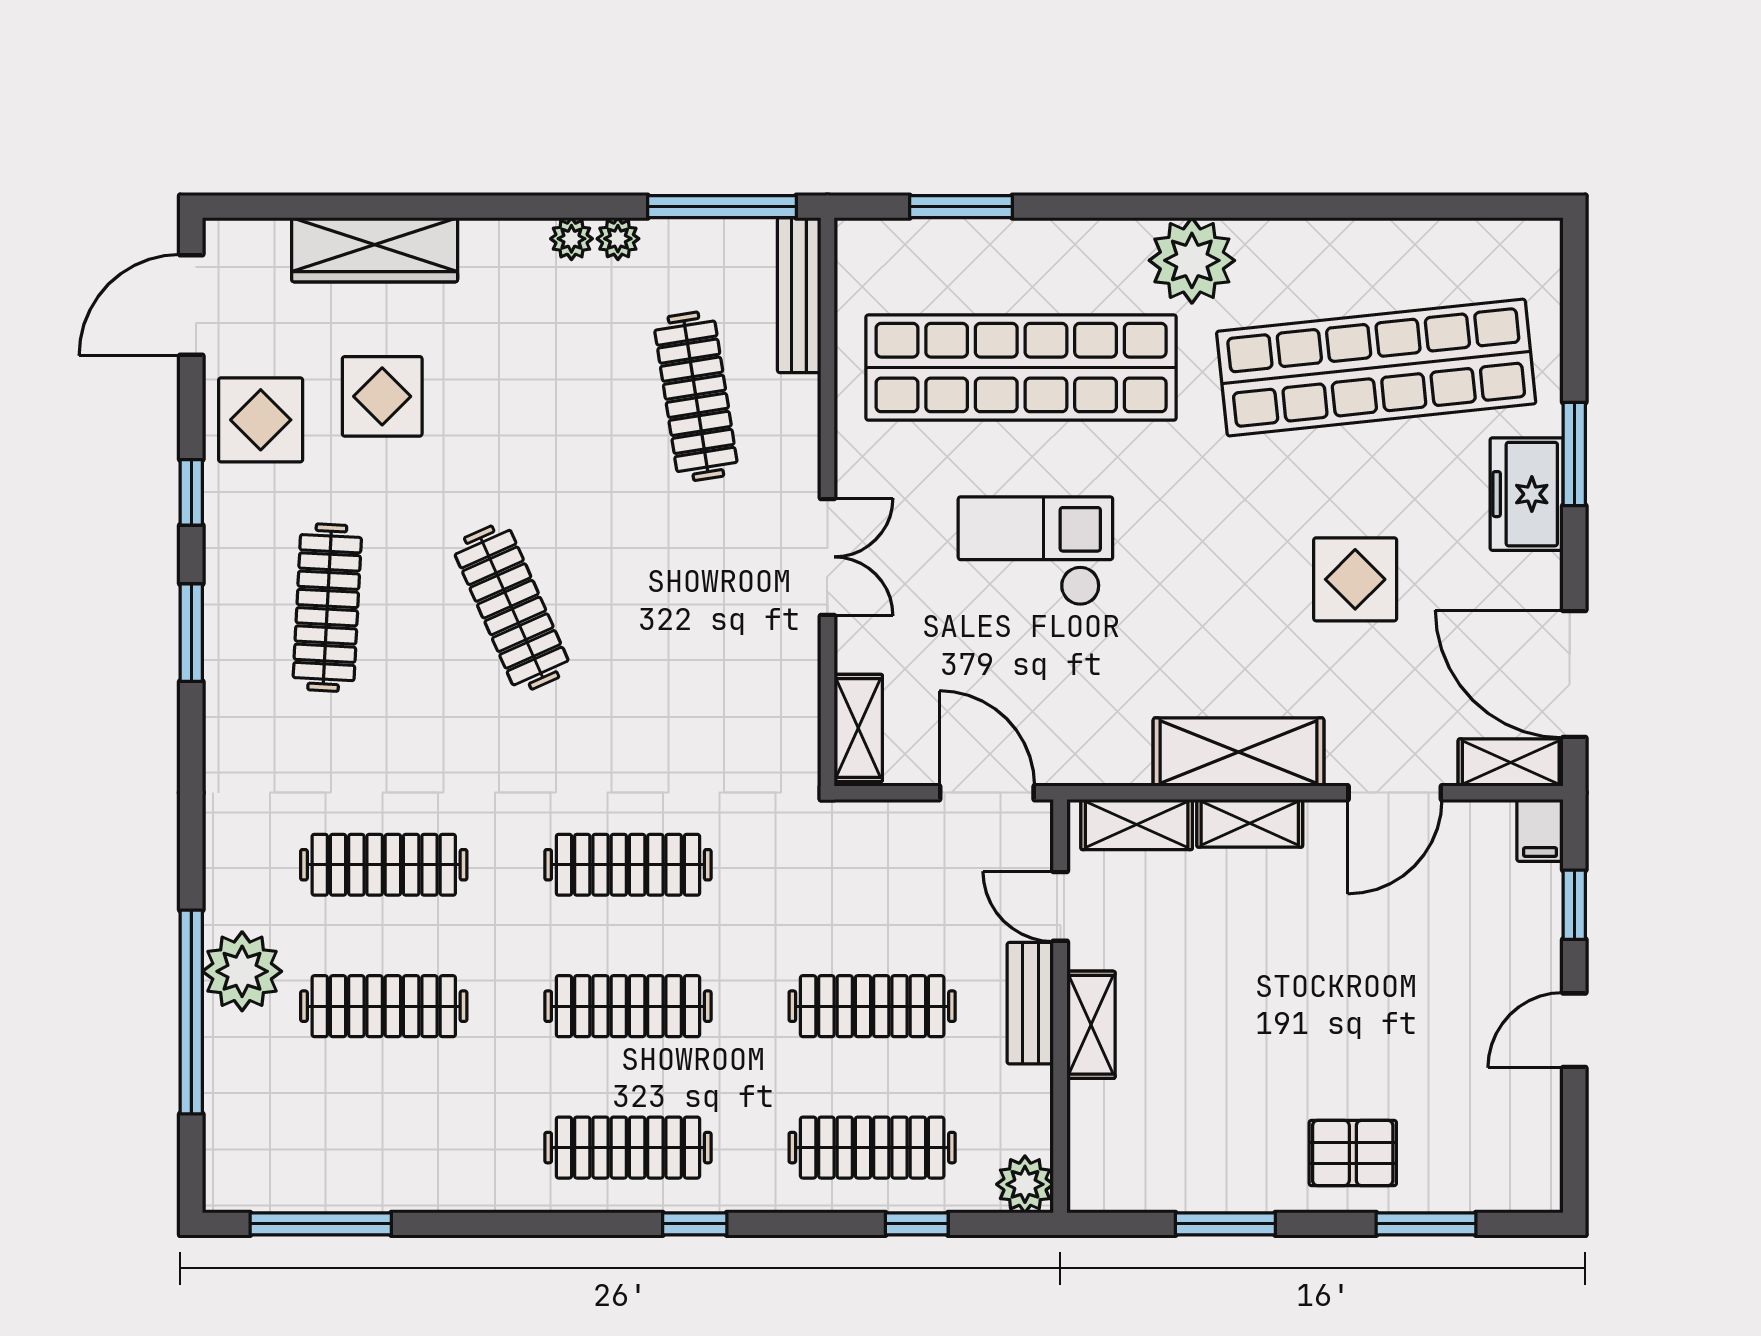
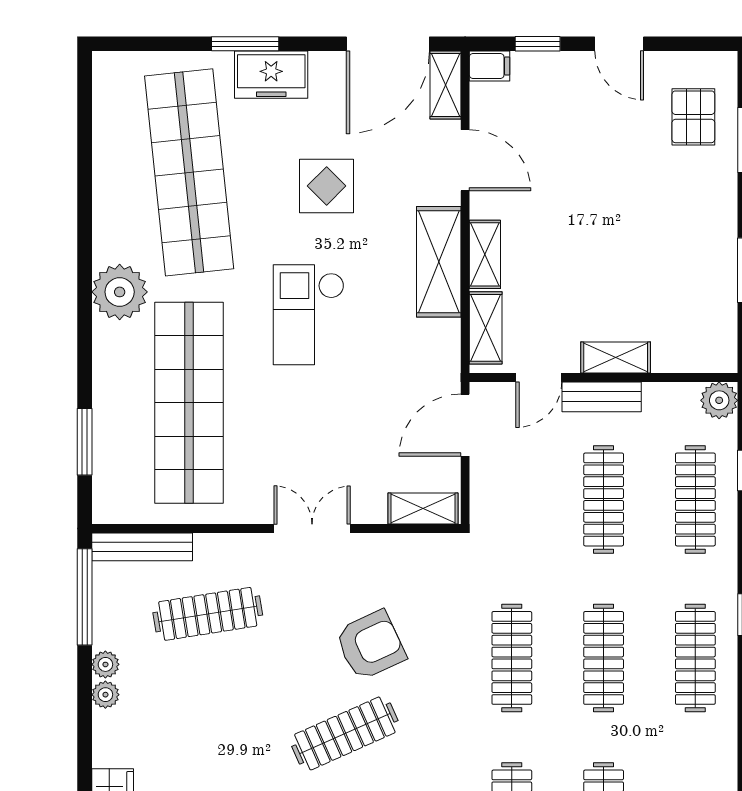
checkout: (1035, 551) -> (309, 315), moved
armchair: (648, 647) -> (371, 645), added
pallet: (1353, 1153) -> (693, 117), moved

